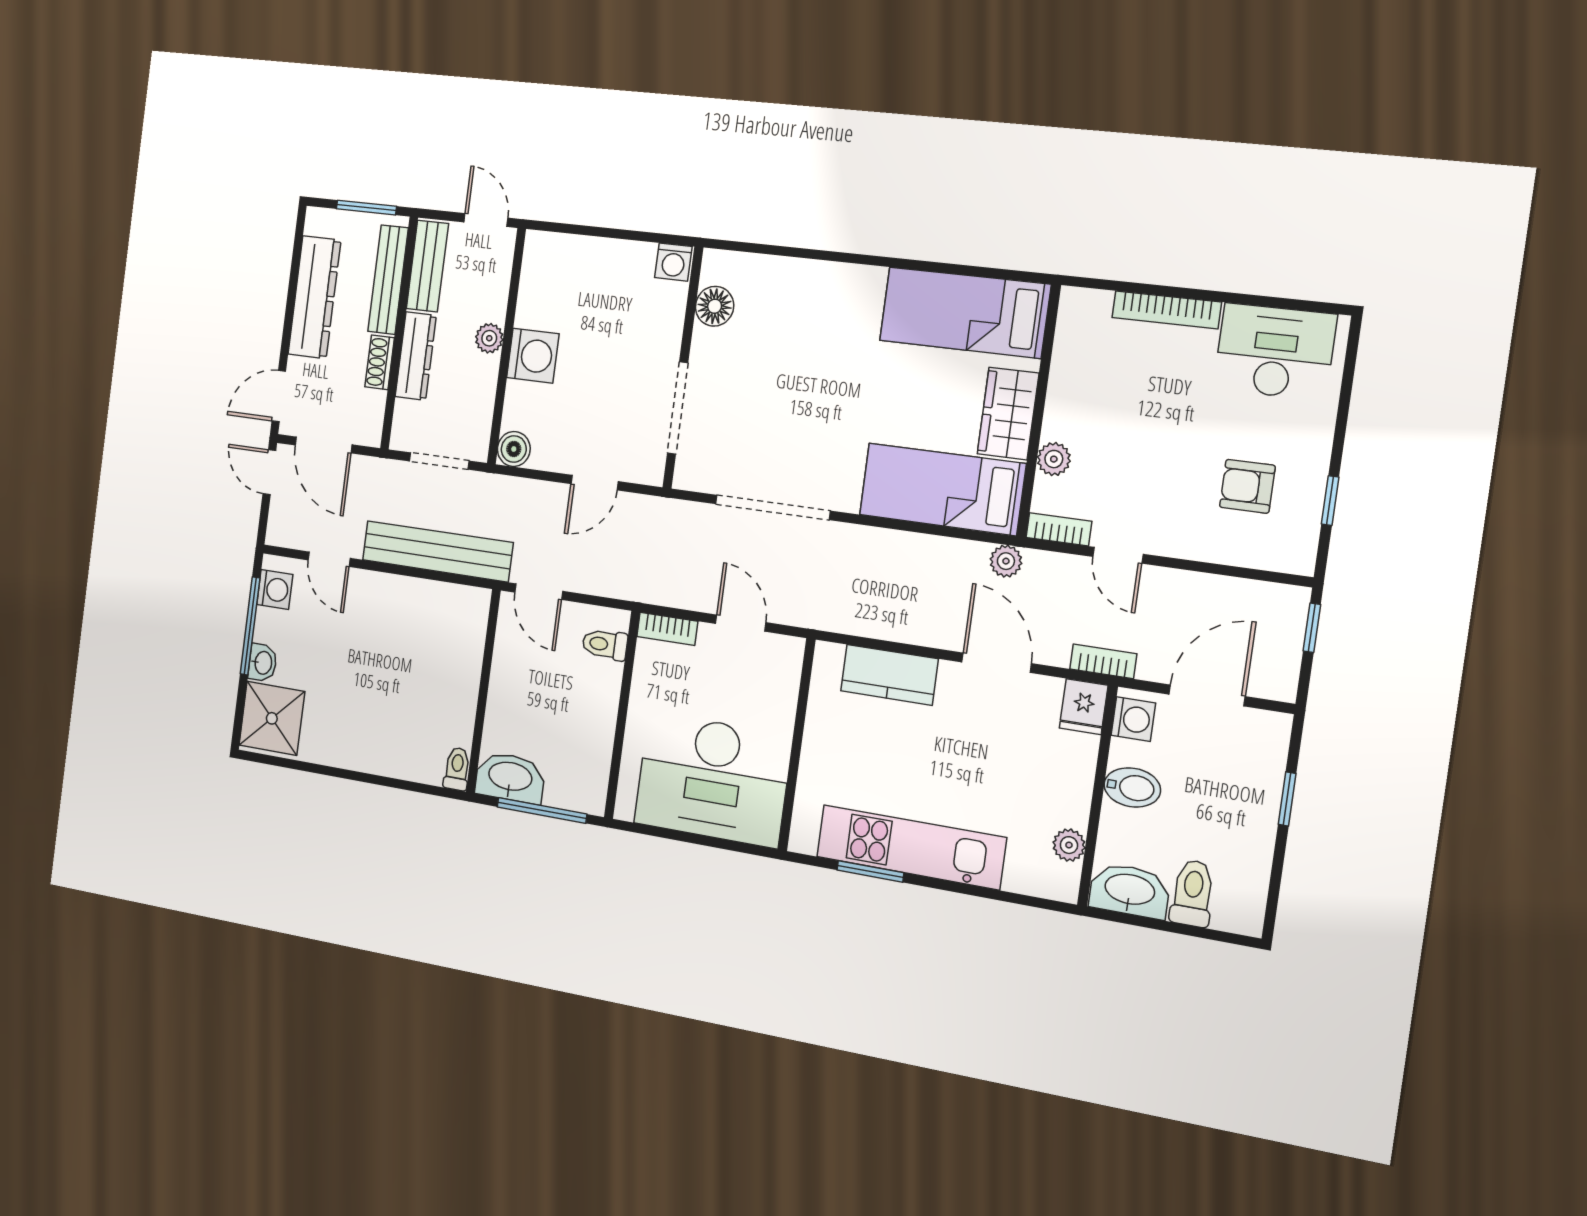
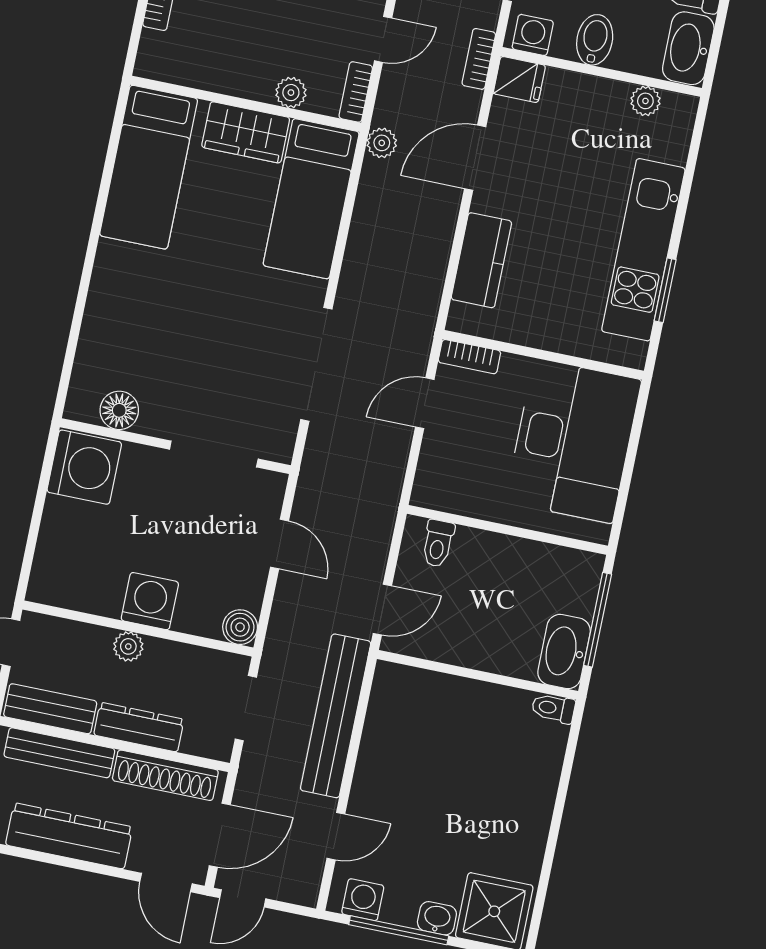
washing machine: (673, 262) -> (84, 467), width x1.89, depth x1.89
shoe rack: (380, 362) -> (165, 775), width x1.94, depth x1.24
bookcase: (667, 629) -> (469, 357), moved, turned 90

